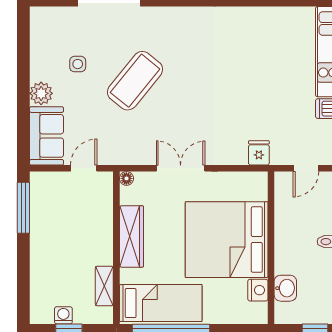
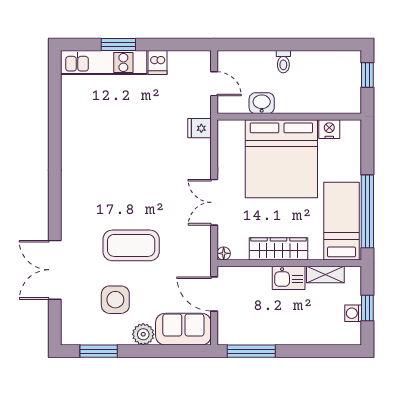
window: (23, 46) -> (99, 351), added
side table: (78, 64) -> (115, 300), width x1.87, depth x1.87
coffee table: (135, 81) -> (131, 245), turned -39
door: (84, 168) -> (214, 294), width x1.38
kitchen sink: (101, 247) -> (289, 278), added
washbasin: (285, 288) -> (262, 103), moved

